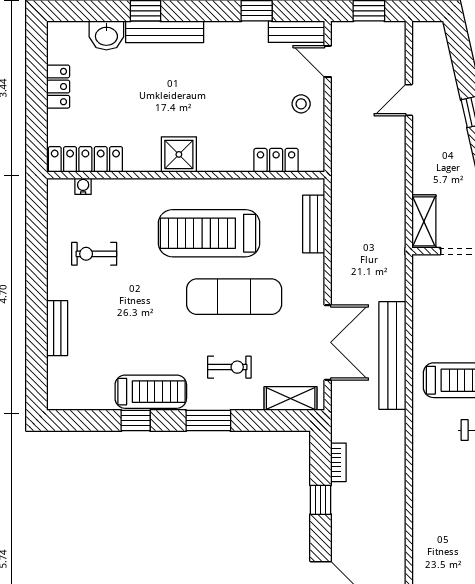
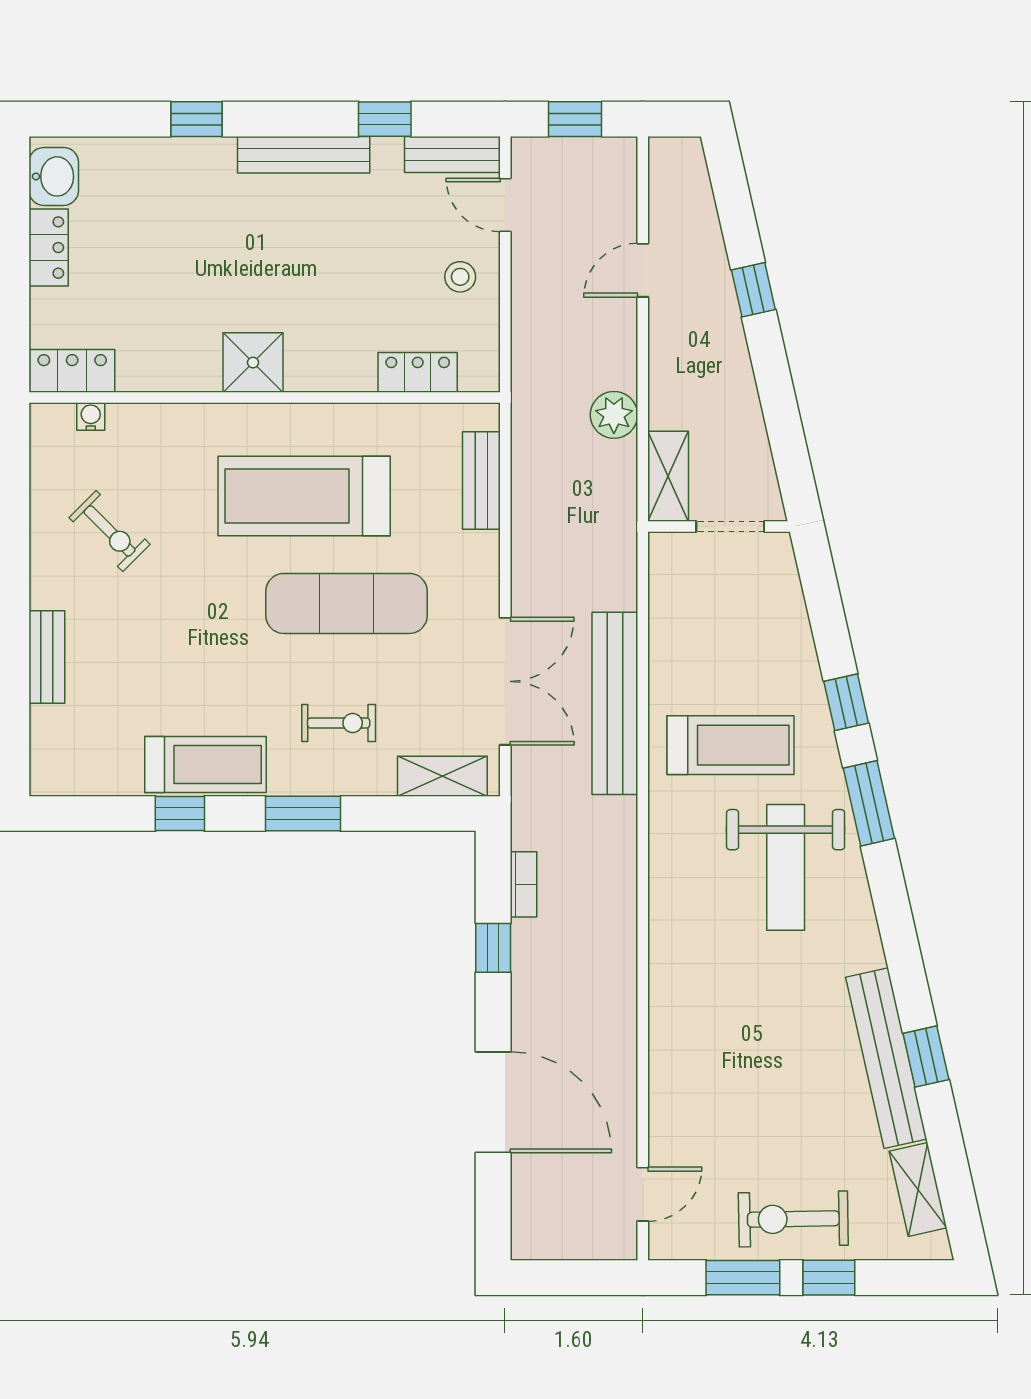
bench: (165, 32) -> (304, 155), moved
washbasin: (106, 35) -> (54, 176), moved, turned -90
locker: (85, 159) -> (72, 371), width x0.66
plant: (392, 185) -> (614, 415), added
exercise bike: (94, 254) -> (109, 531), turned -135

